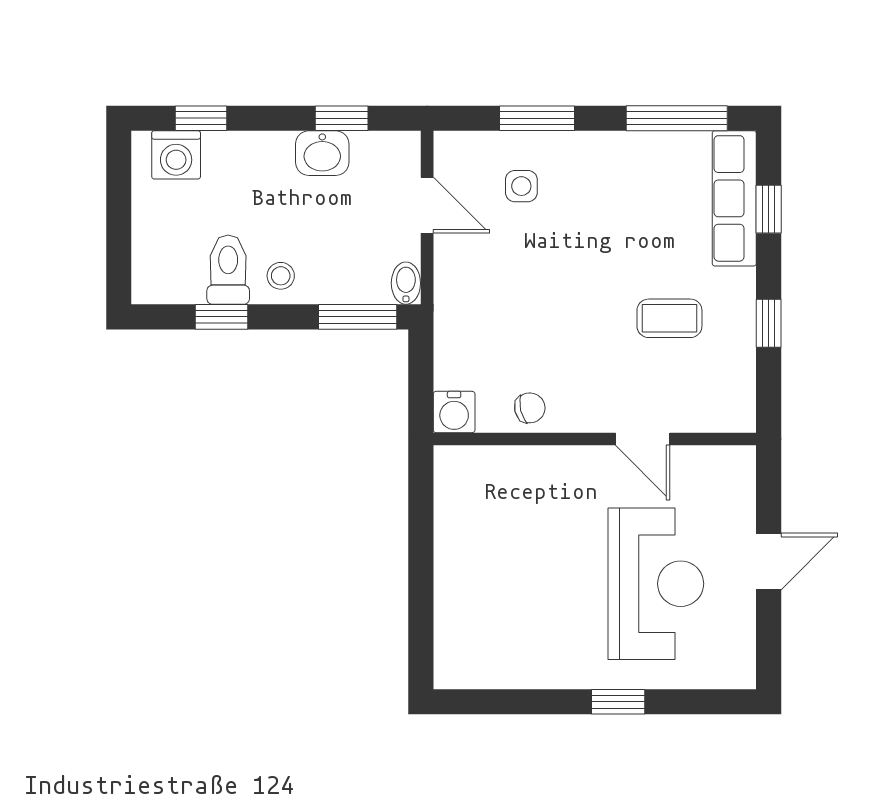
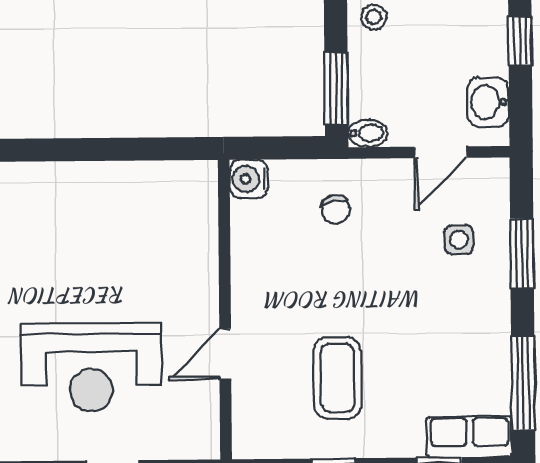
window: (342, 118) -> (520, 41), moved
washbasin: (322, 153) -> (488, 102), moved
row of seats: (734, 198) -> (469, 437), width x0.68
coffee table: (669, 318) -> (337, 378), width x1.36, depth x1.30
chair: (530, 408) -> (336, 210), moved

